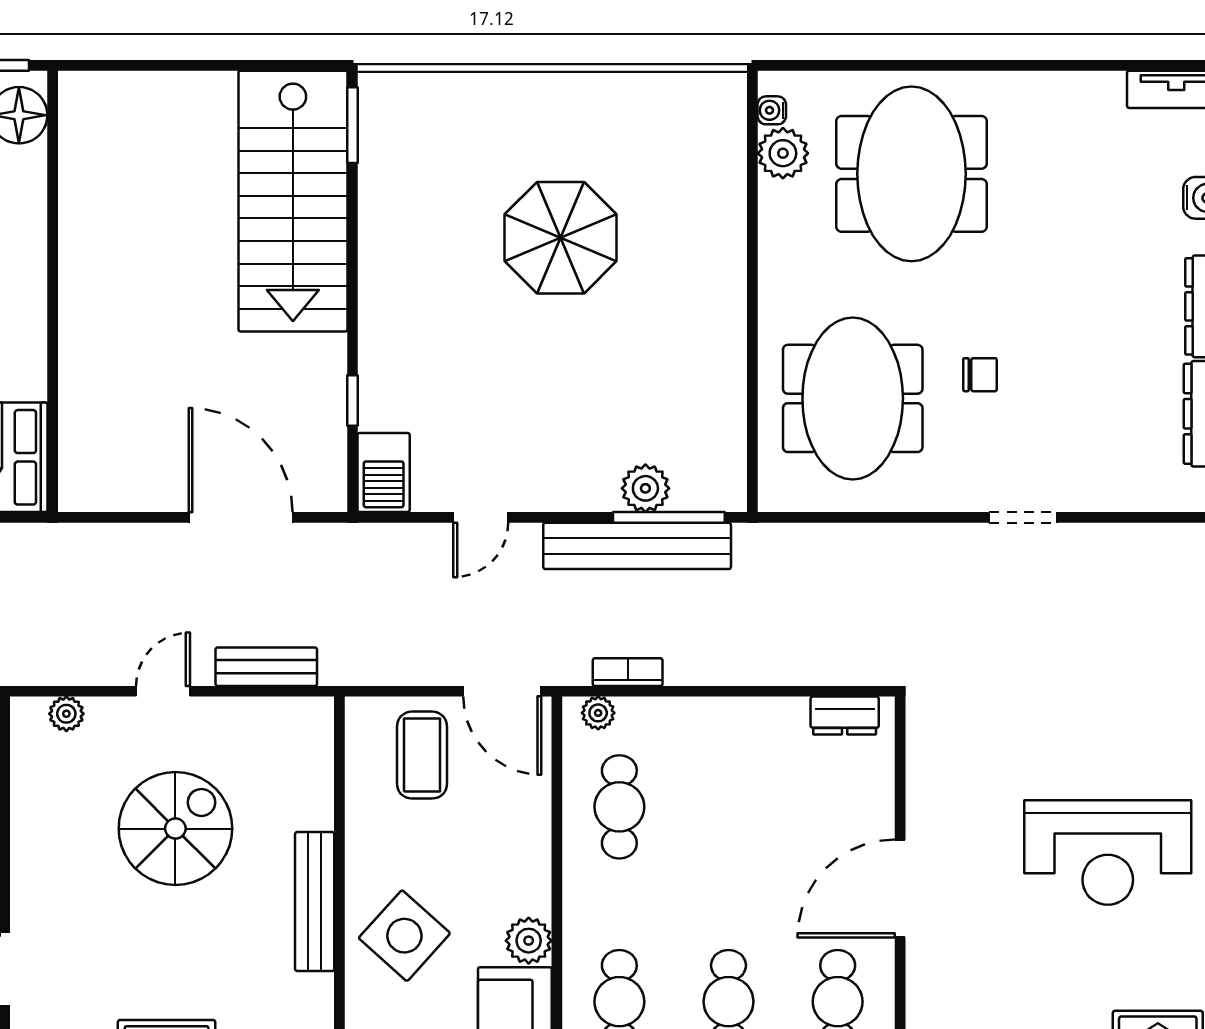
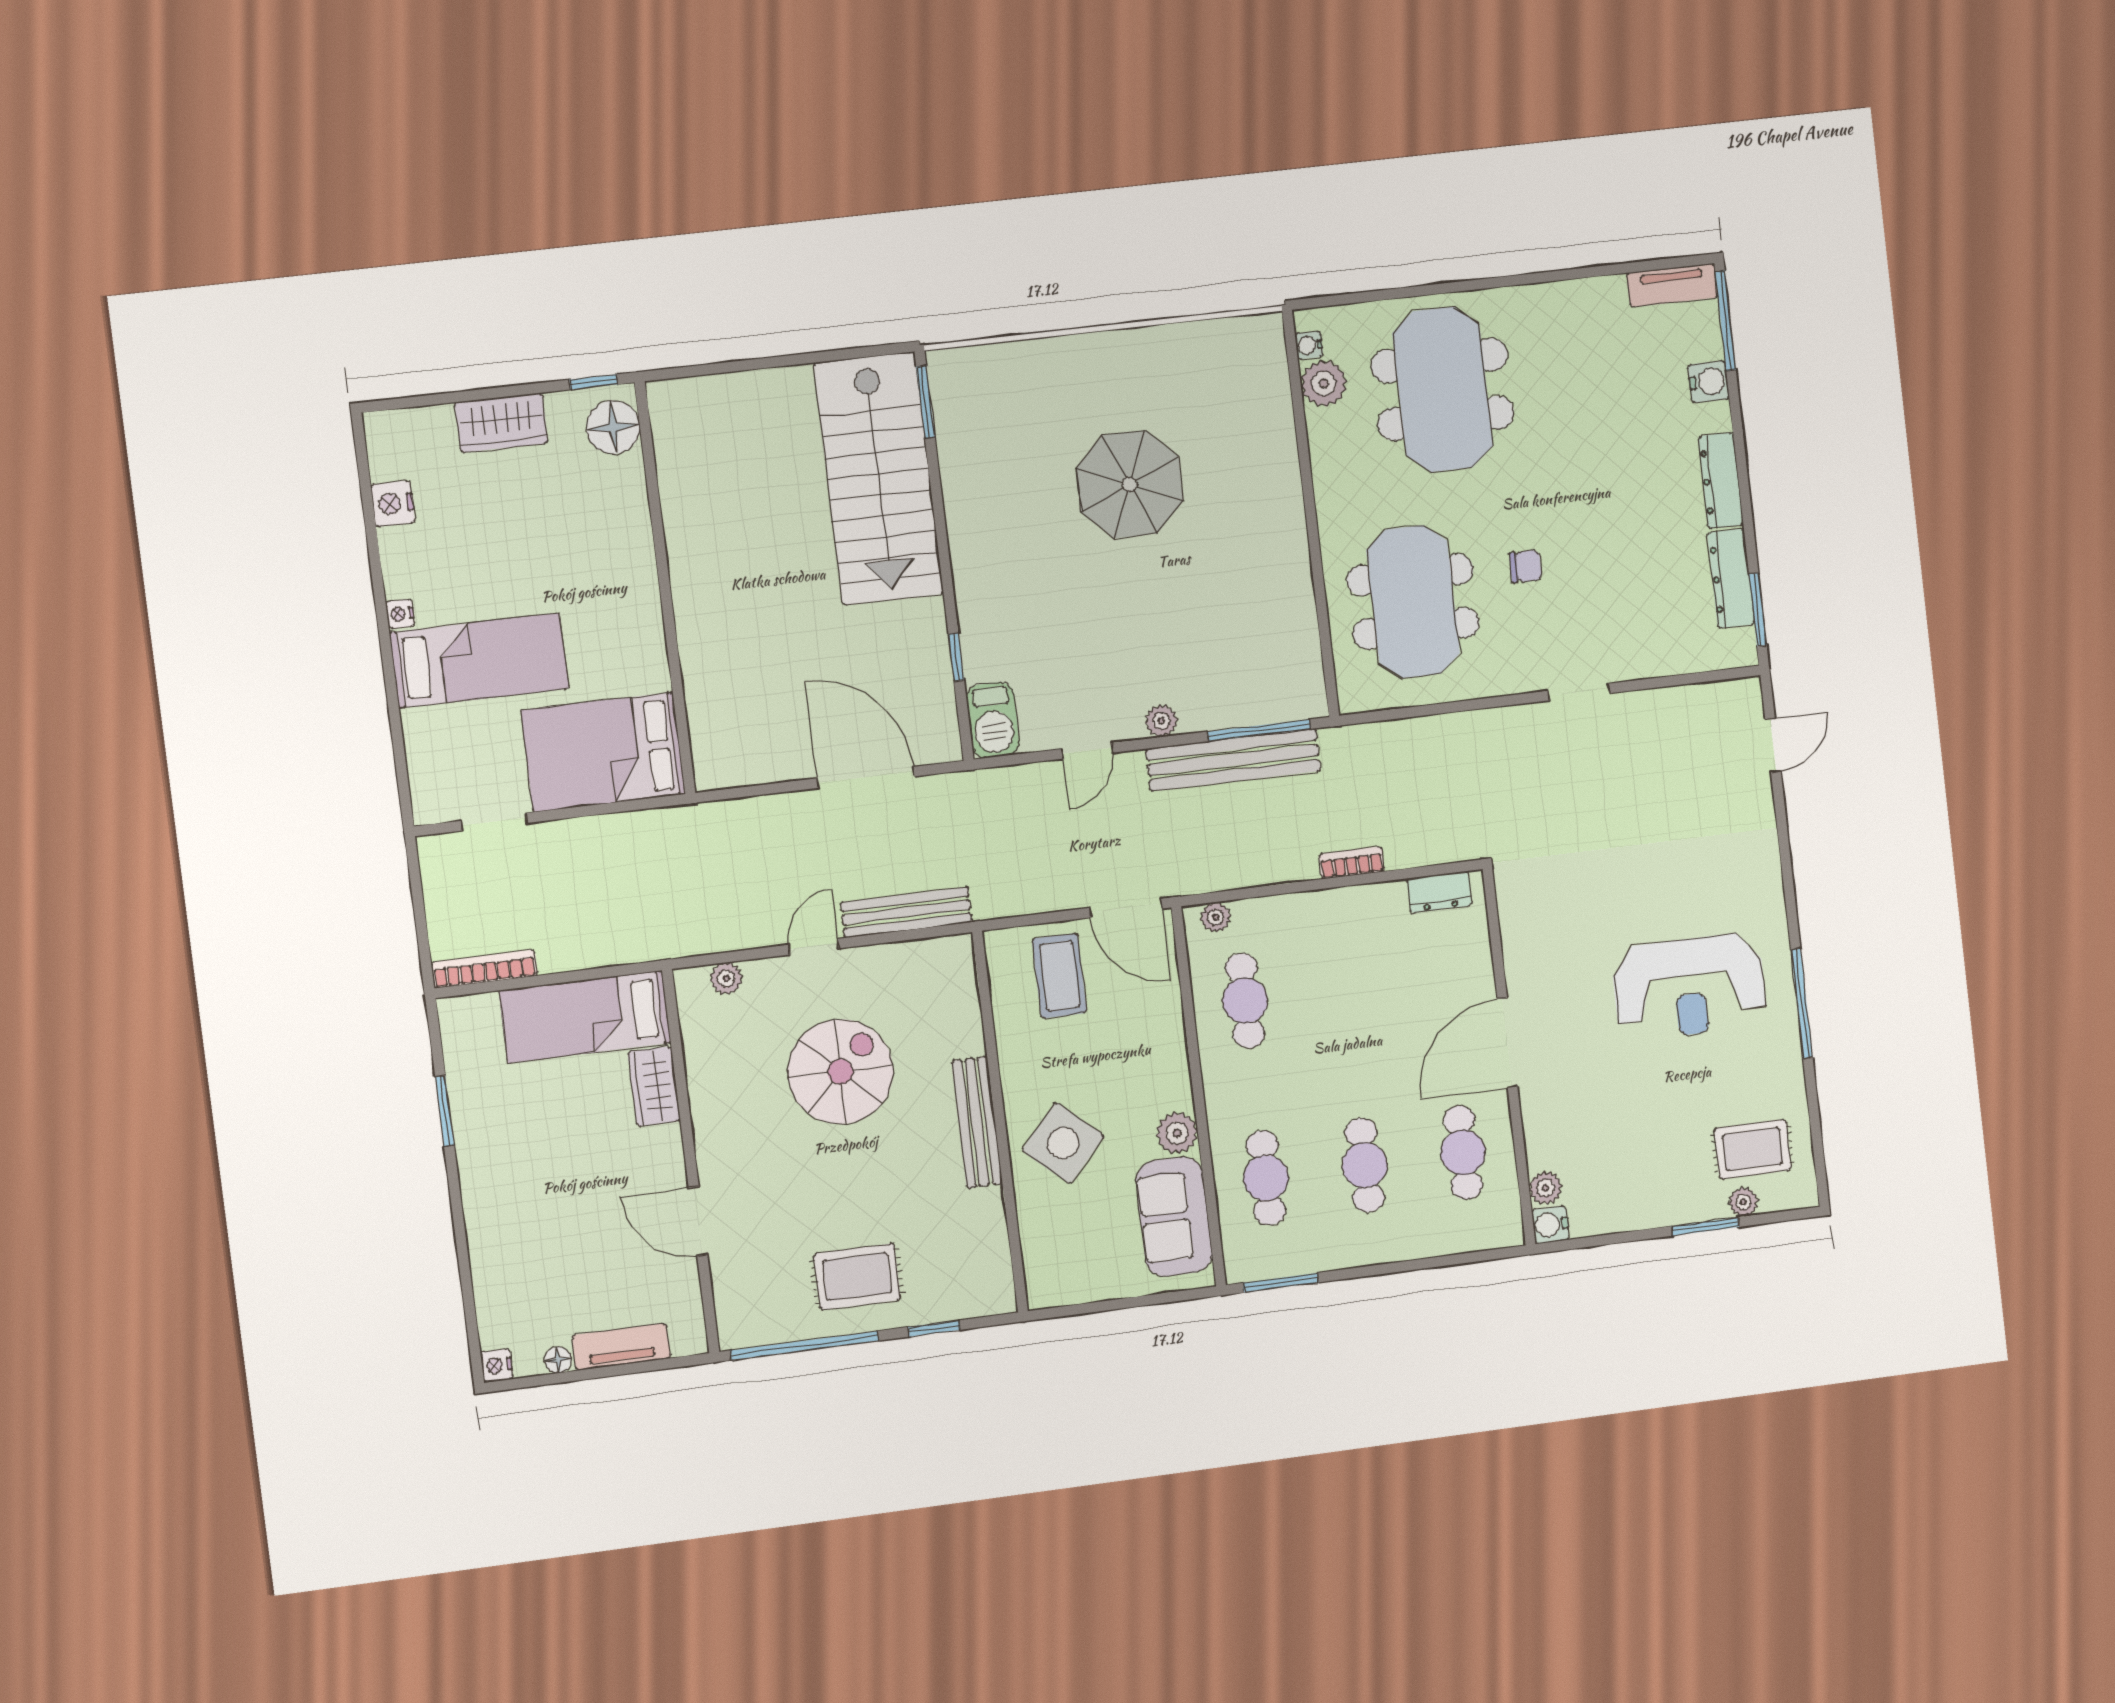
plant: (645, 488) -> (1161, 721), moved, width x0.73, depth x0.73
bench: (266, 667) -> (906, 912), width x1.36
bookcase: (628, 672) -> (1351, 863), moved

